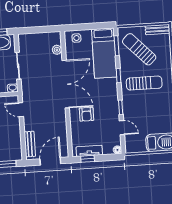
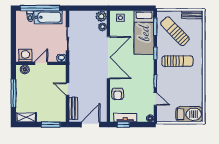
plant: (55, 38) -> (101, 16), added
door: (21, 110) -> (68, 89), moved
armchair: (86, 114) -> (118, 94), moved

